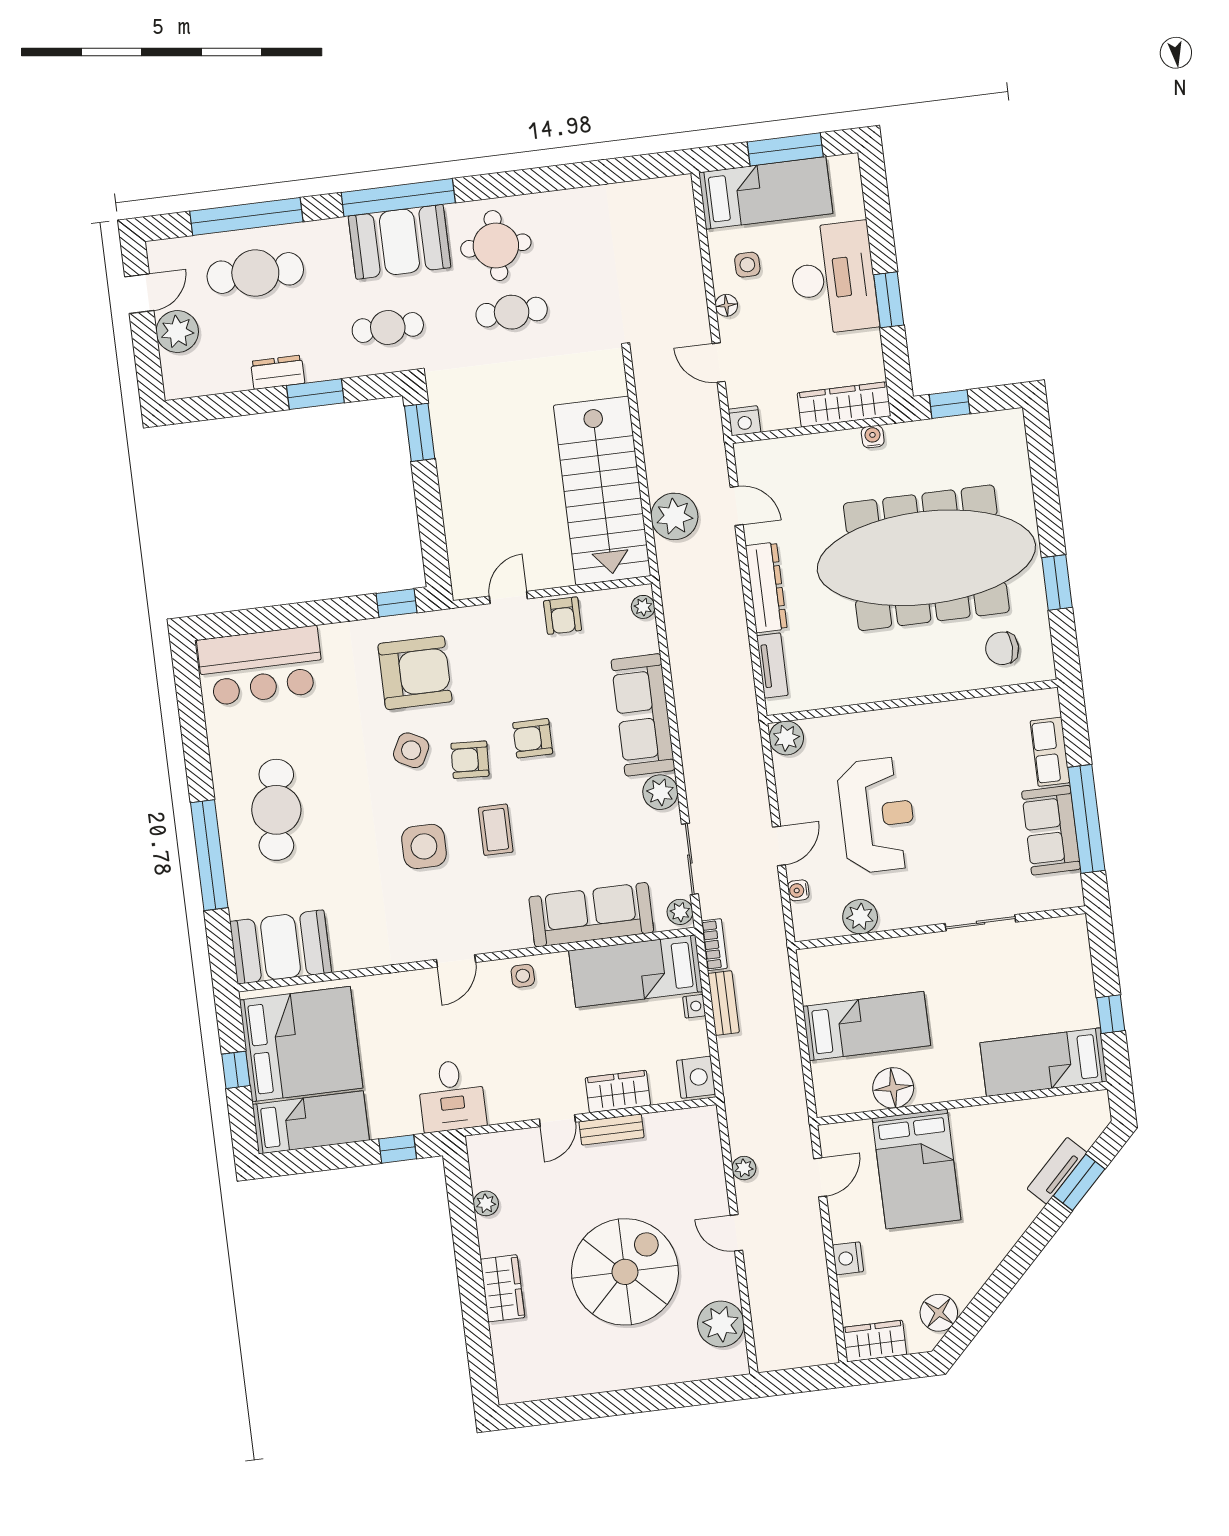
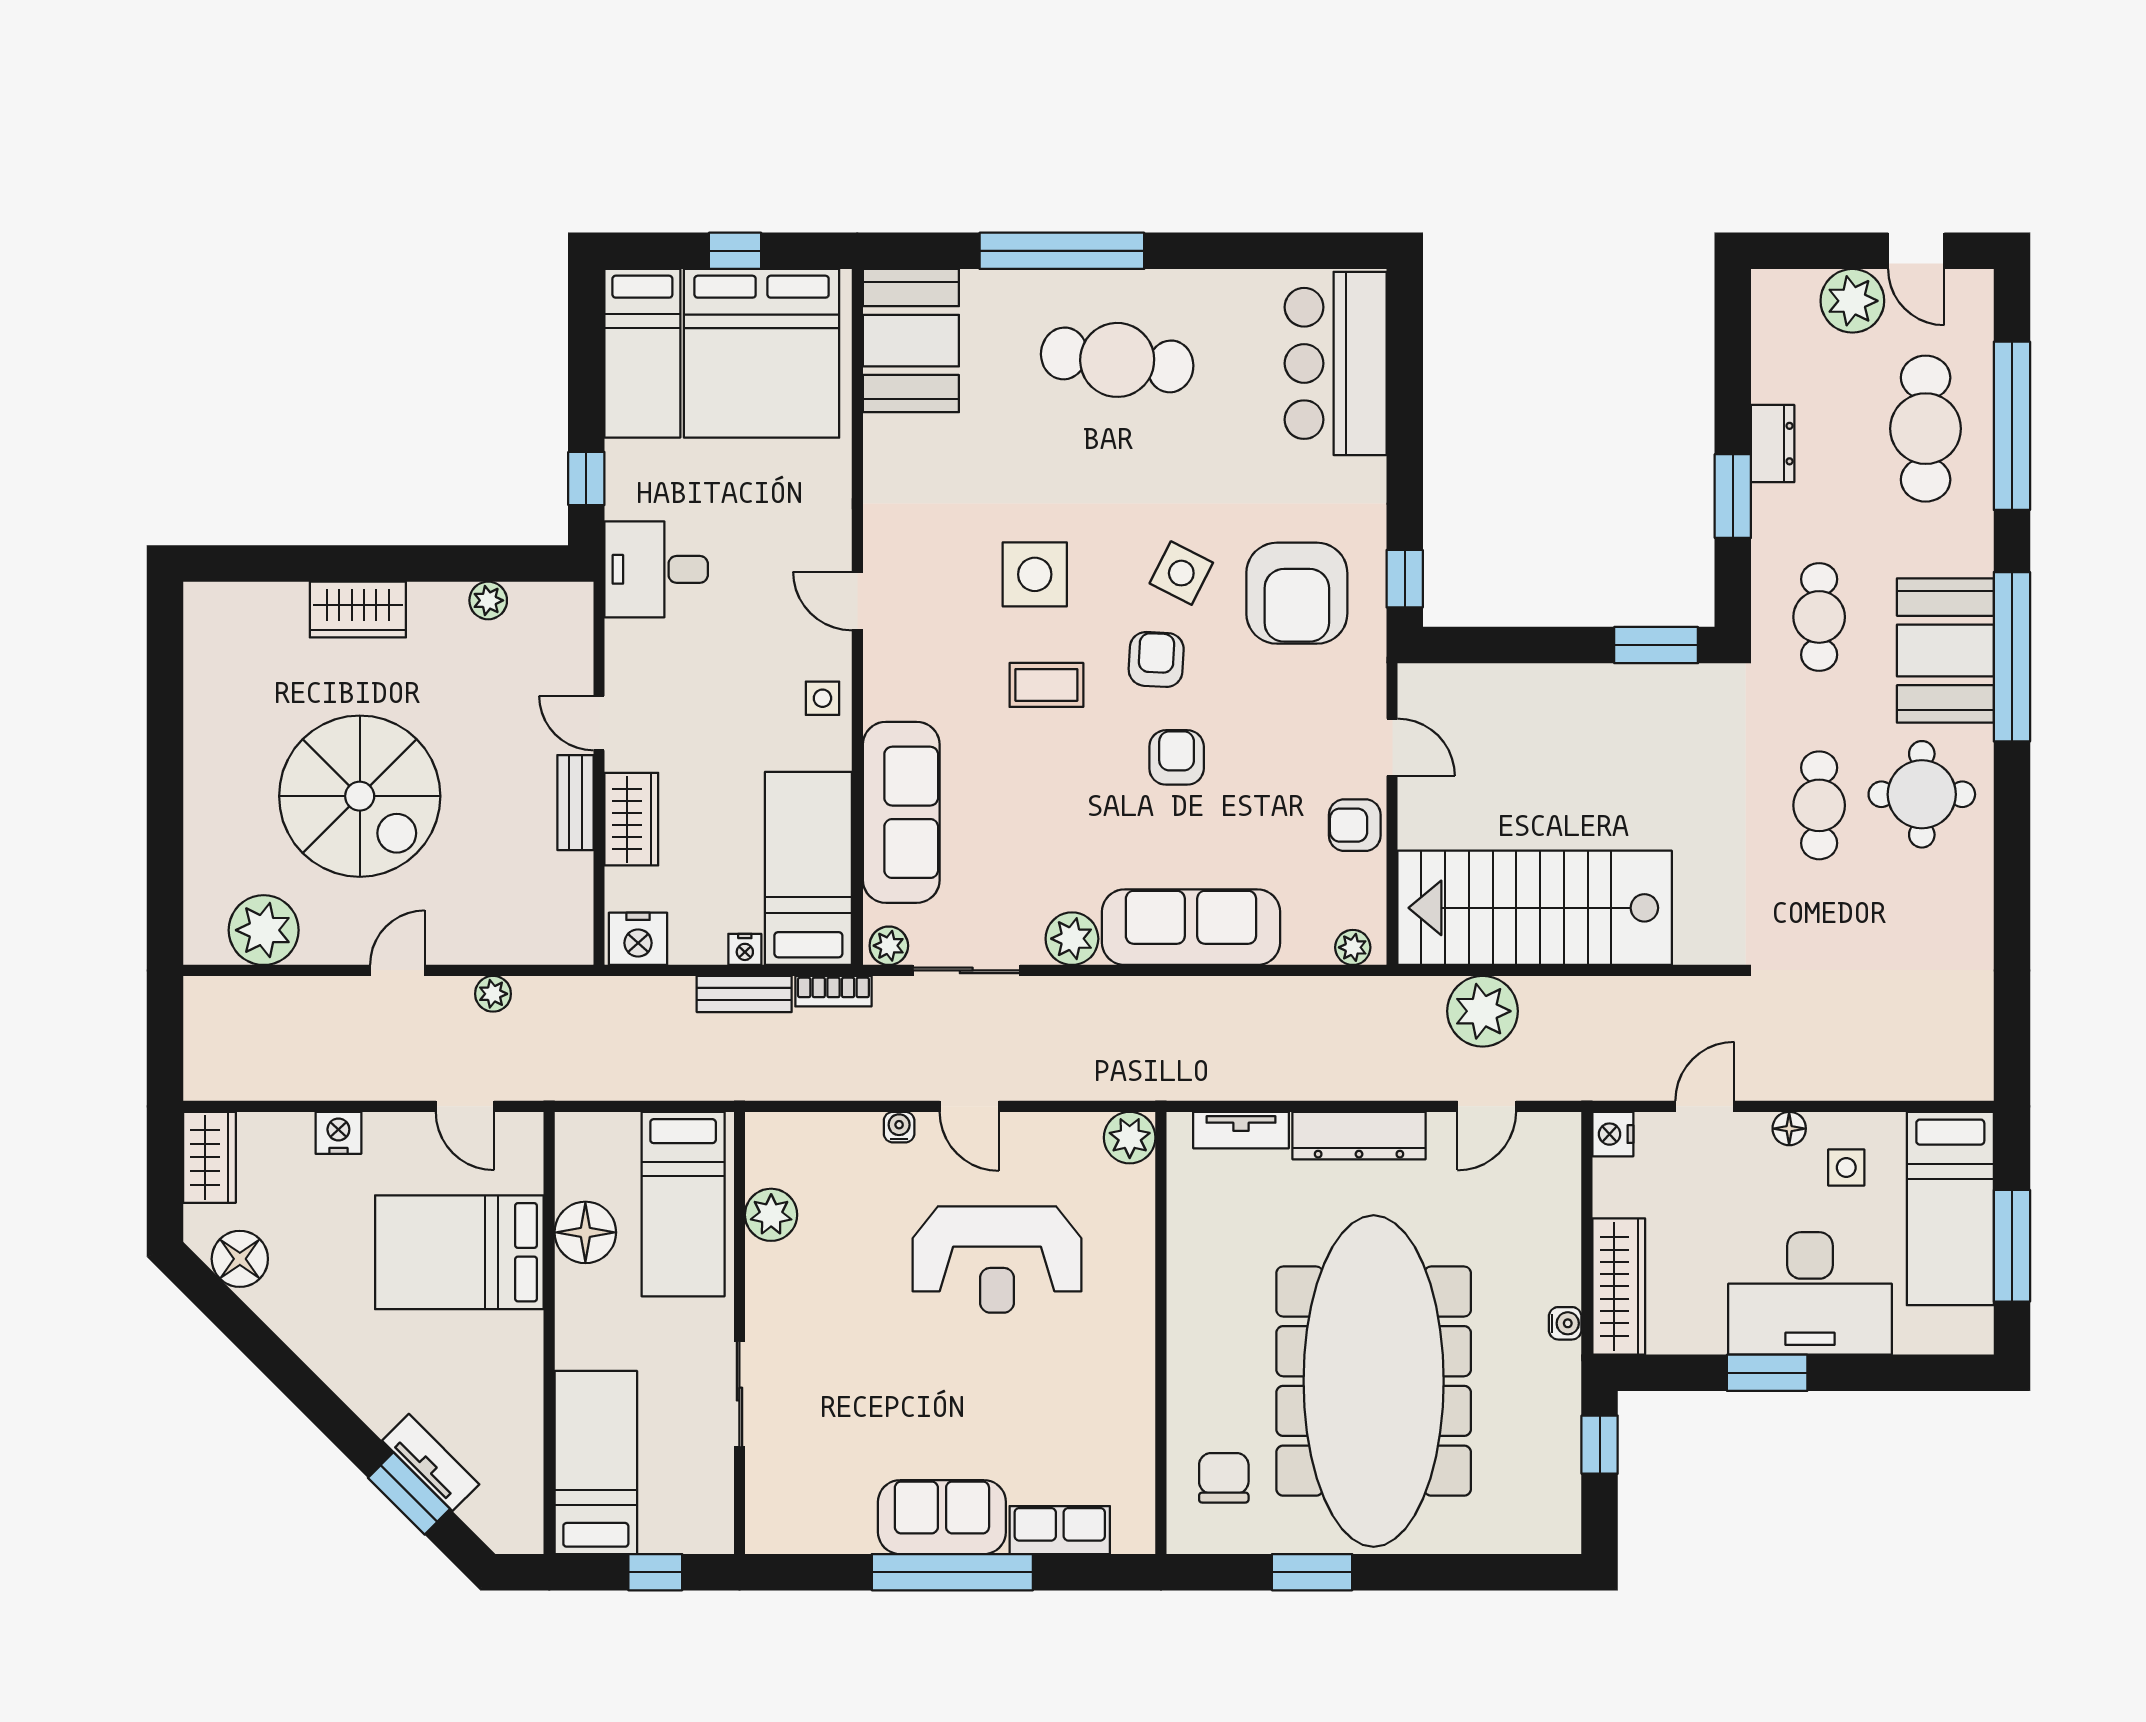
plant: (860, 917) -> (771, 1215), moved
sliding door: (980, 923) -> (739, 1394), moved
wall: (940, 928) -> (739, 1333), moved

